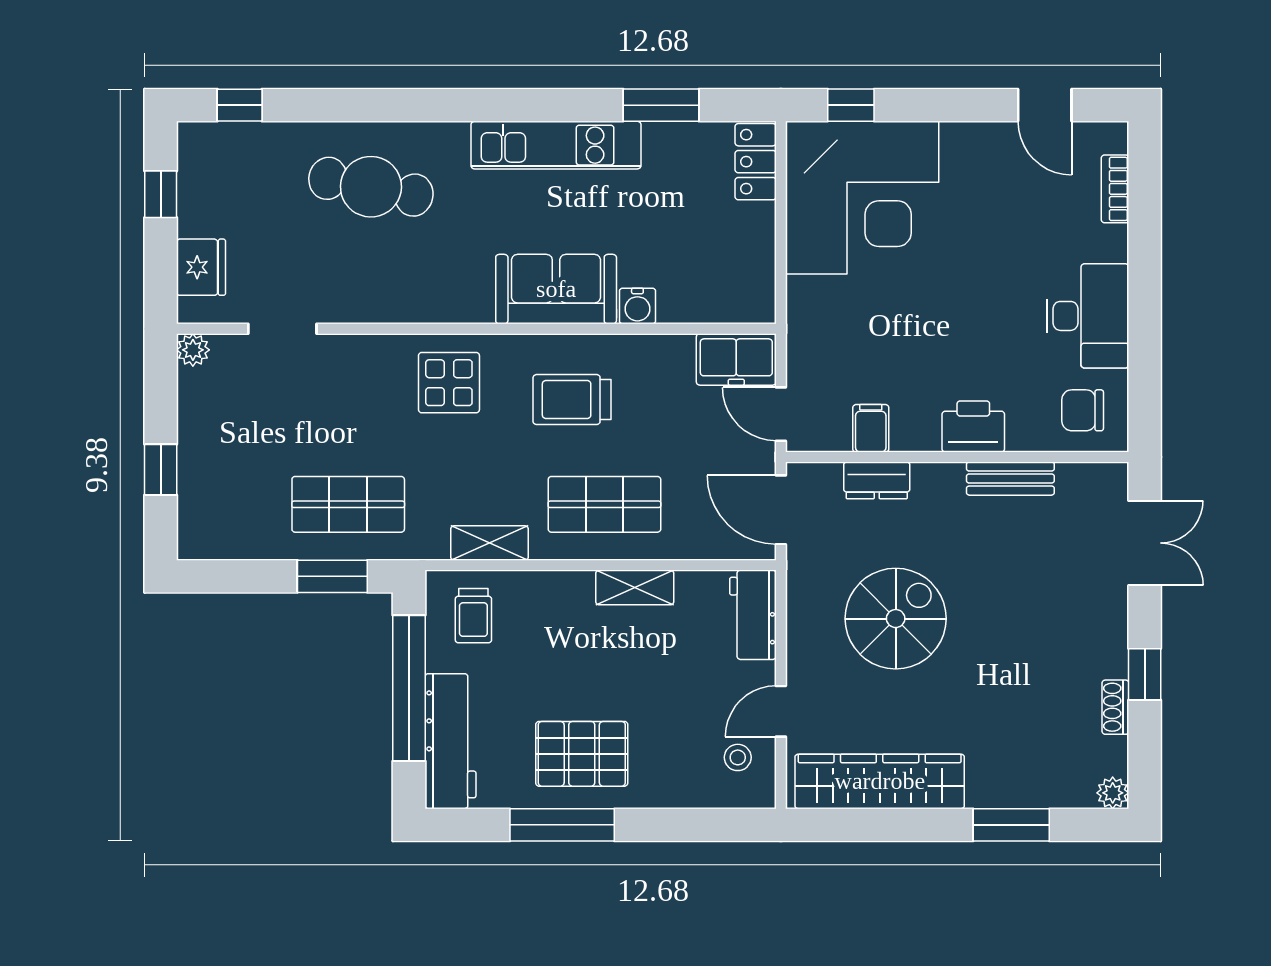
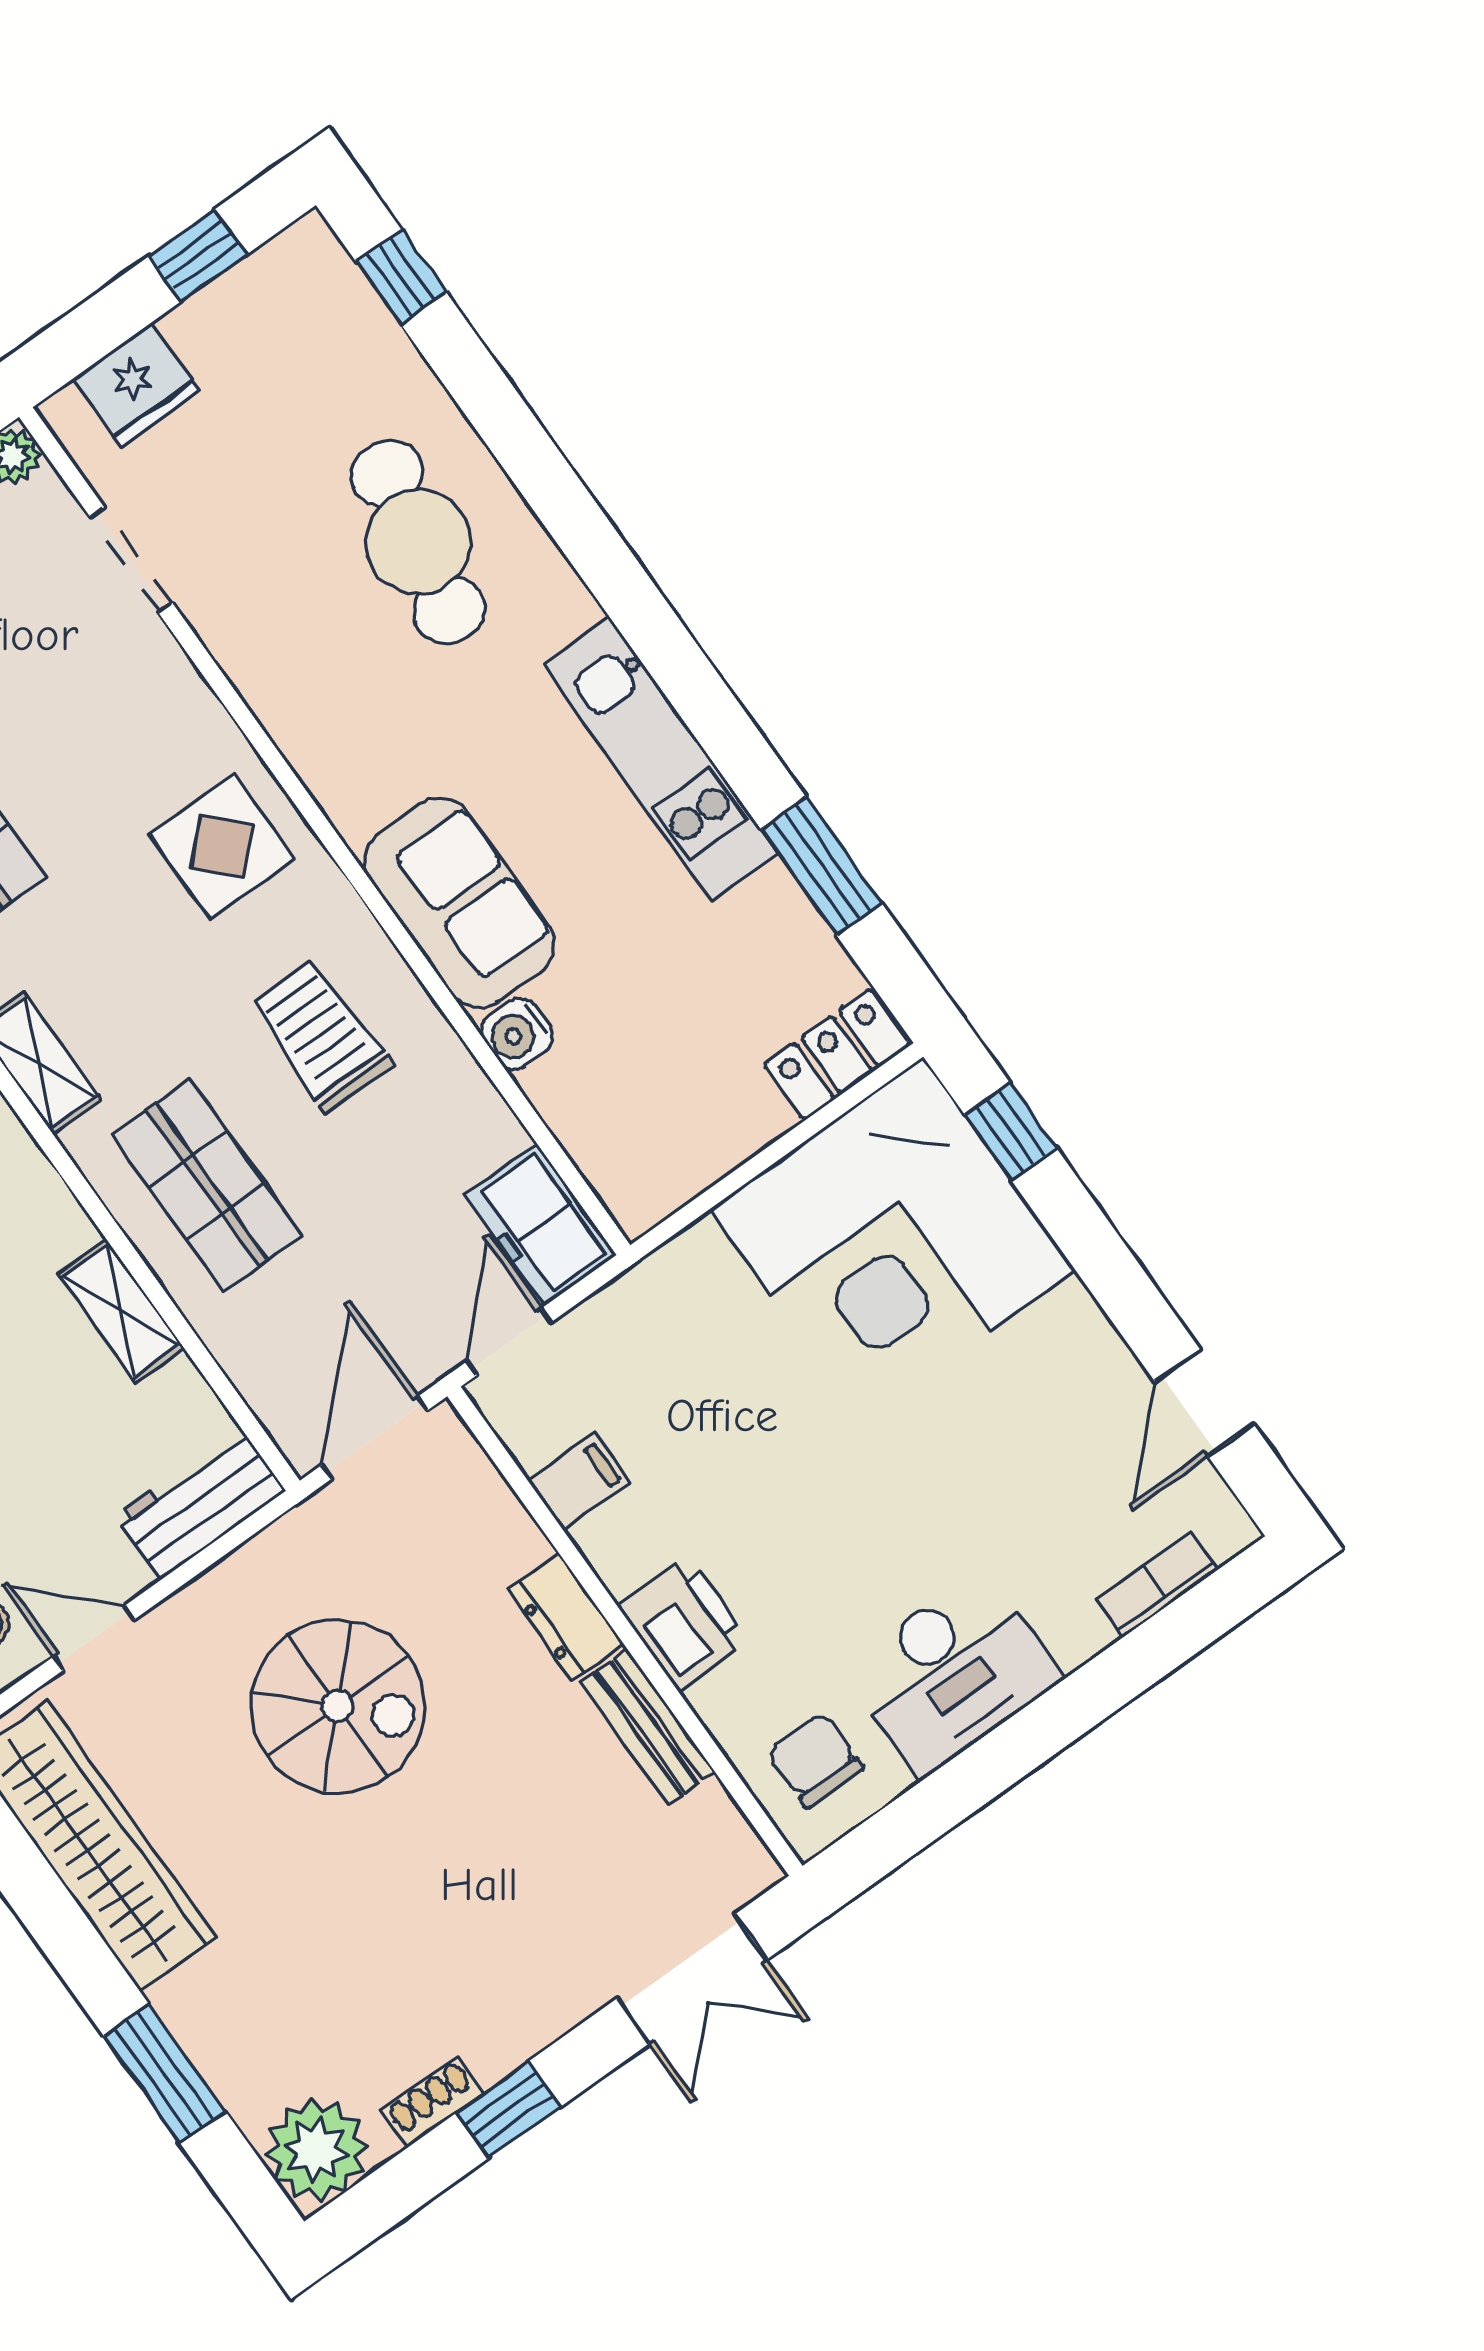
dresser: (877, 480) -> (565, 1617), moved
plant: (1113, 793) -> (316, 2150), width x1.88, depth x1.88

